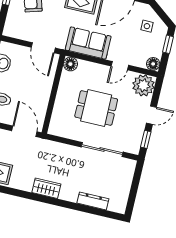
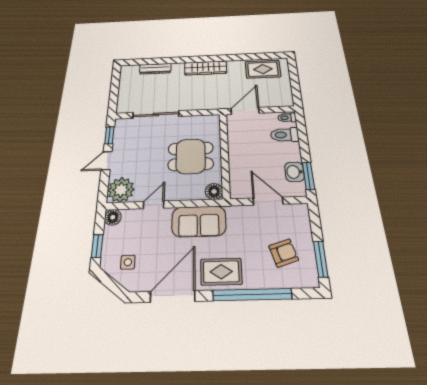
door: (43, 48) -> (268, 201), moved
dining table: (96, 108) -> (191, 156), moved
door: (24, 131) -> (245, 111), swing flipped
wardrobe: (46, 188) -> (206, 68), width x1.50

